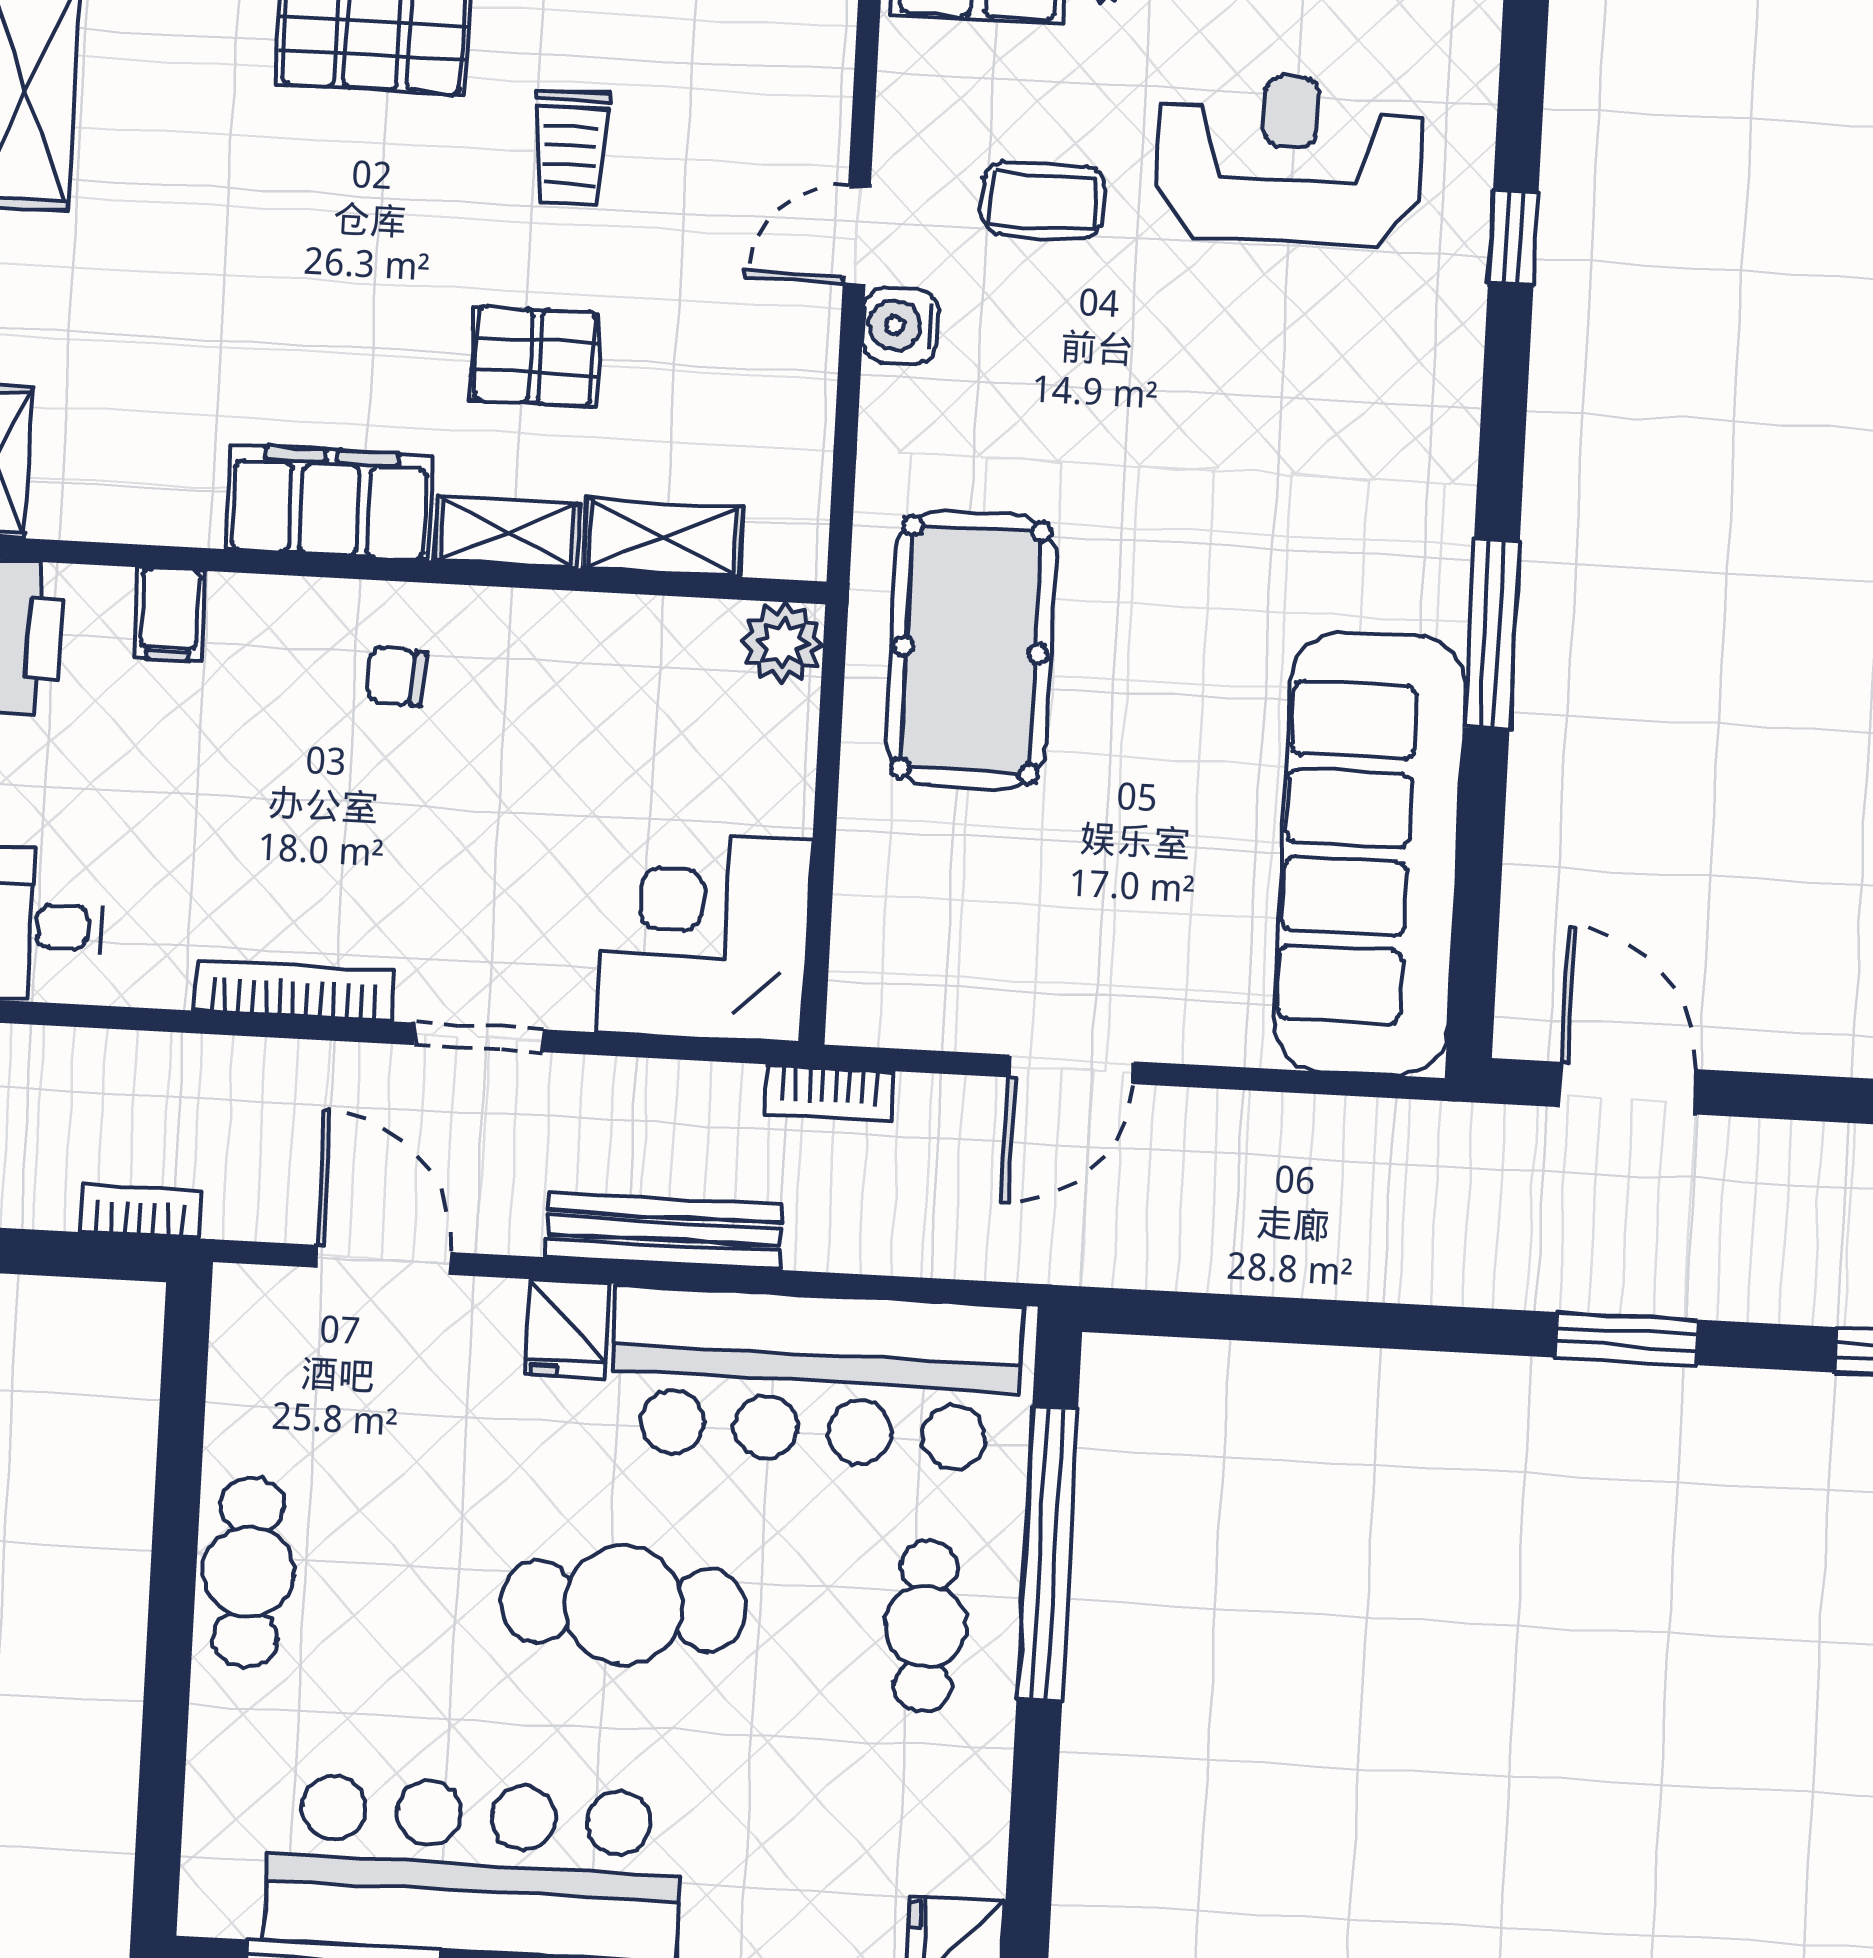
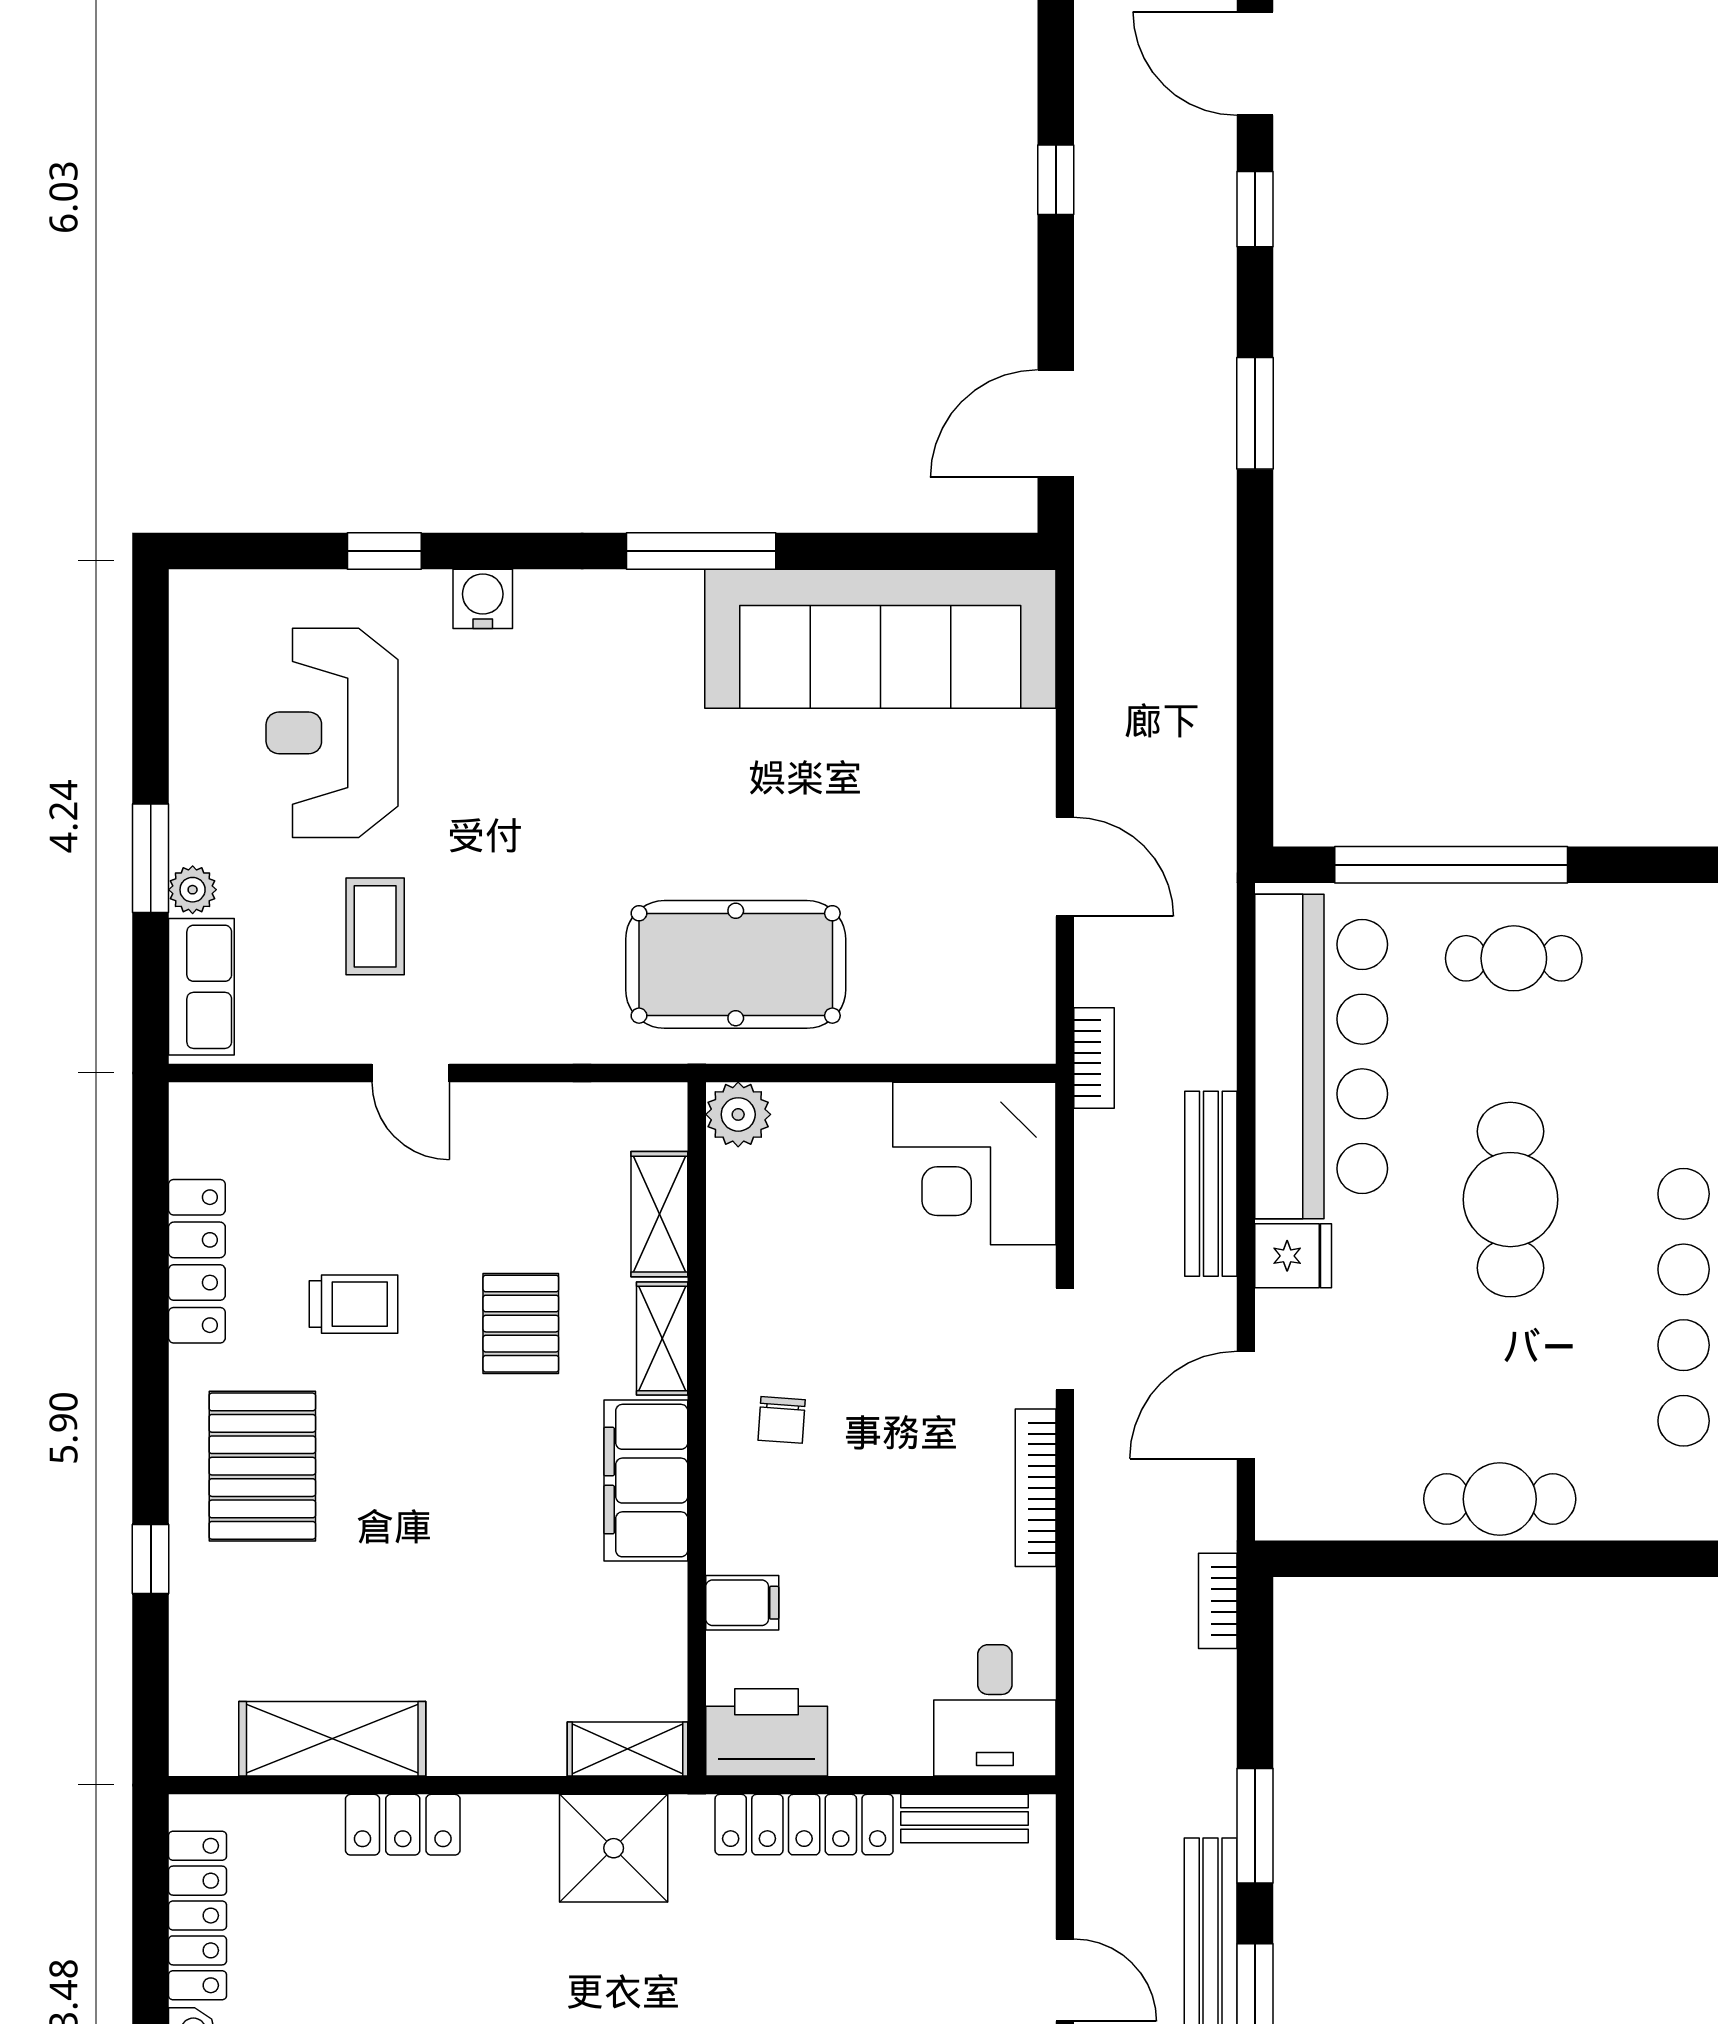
water cooler: (901, 326) -> (483, 599), moved, turned 180

